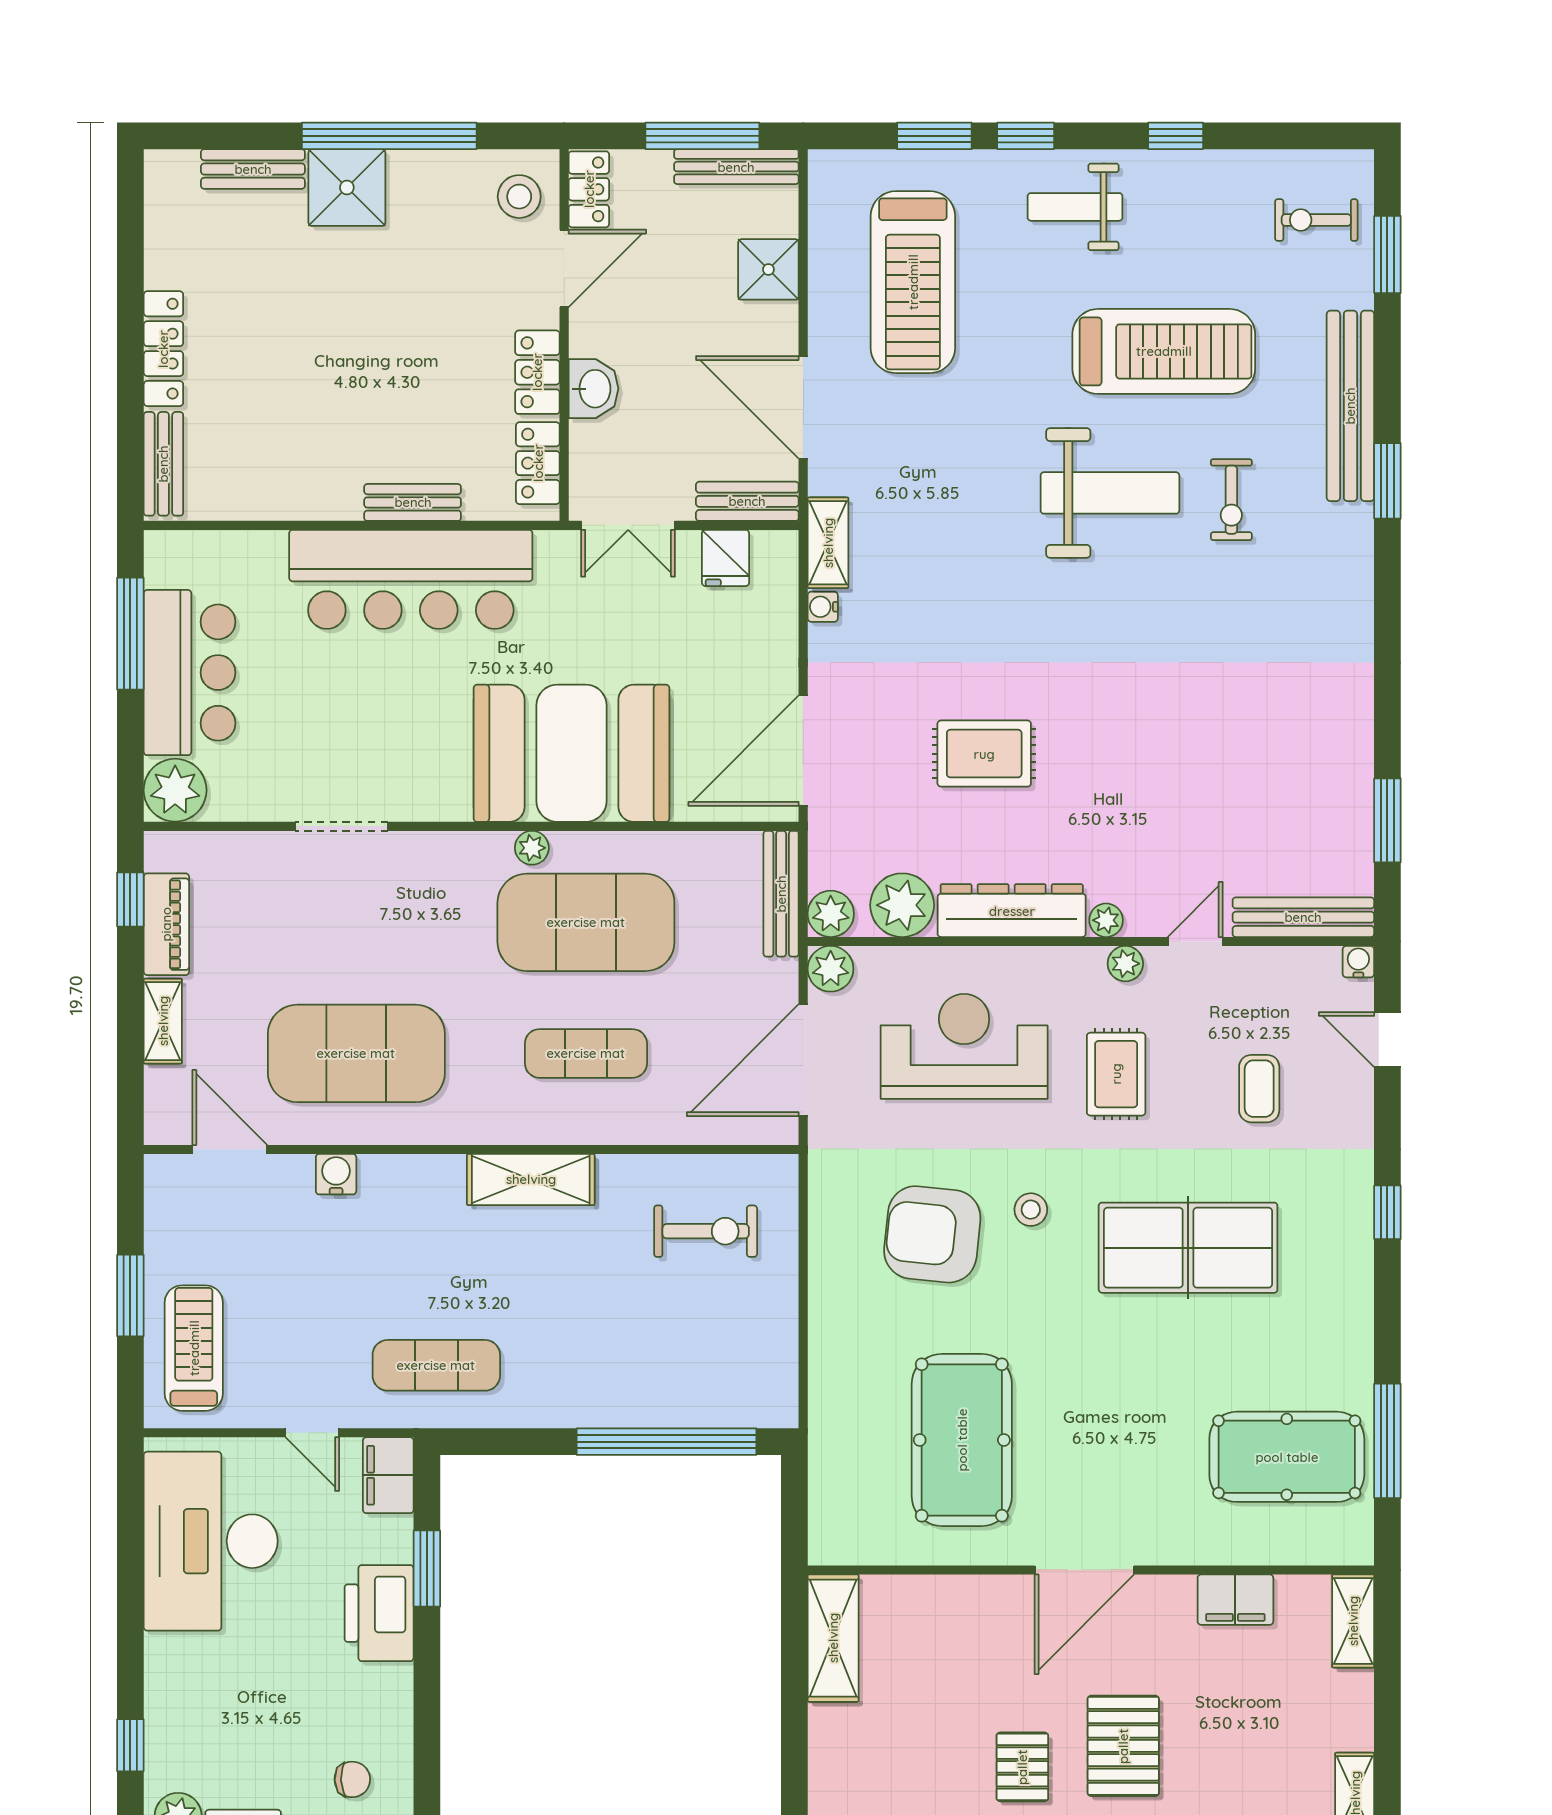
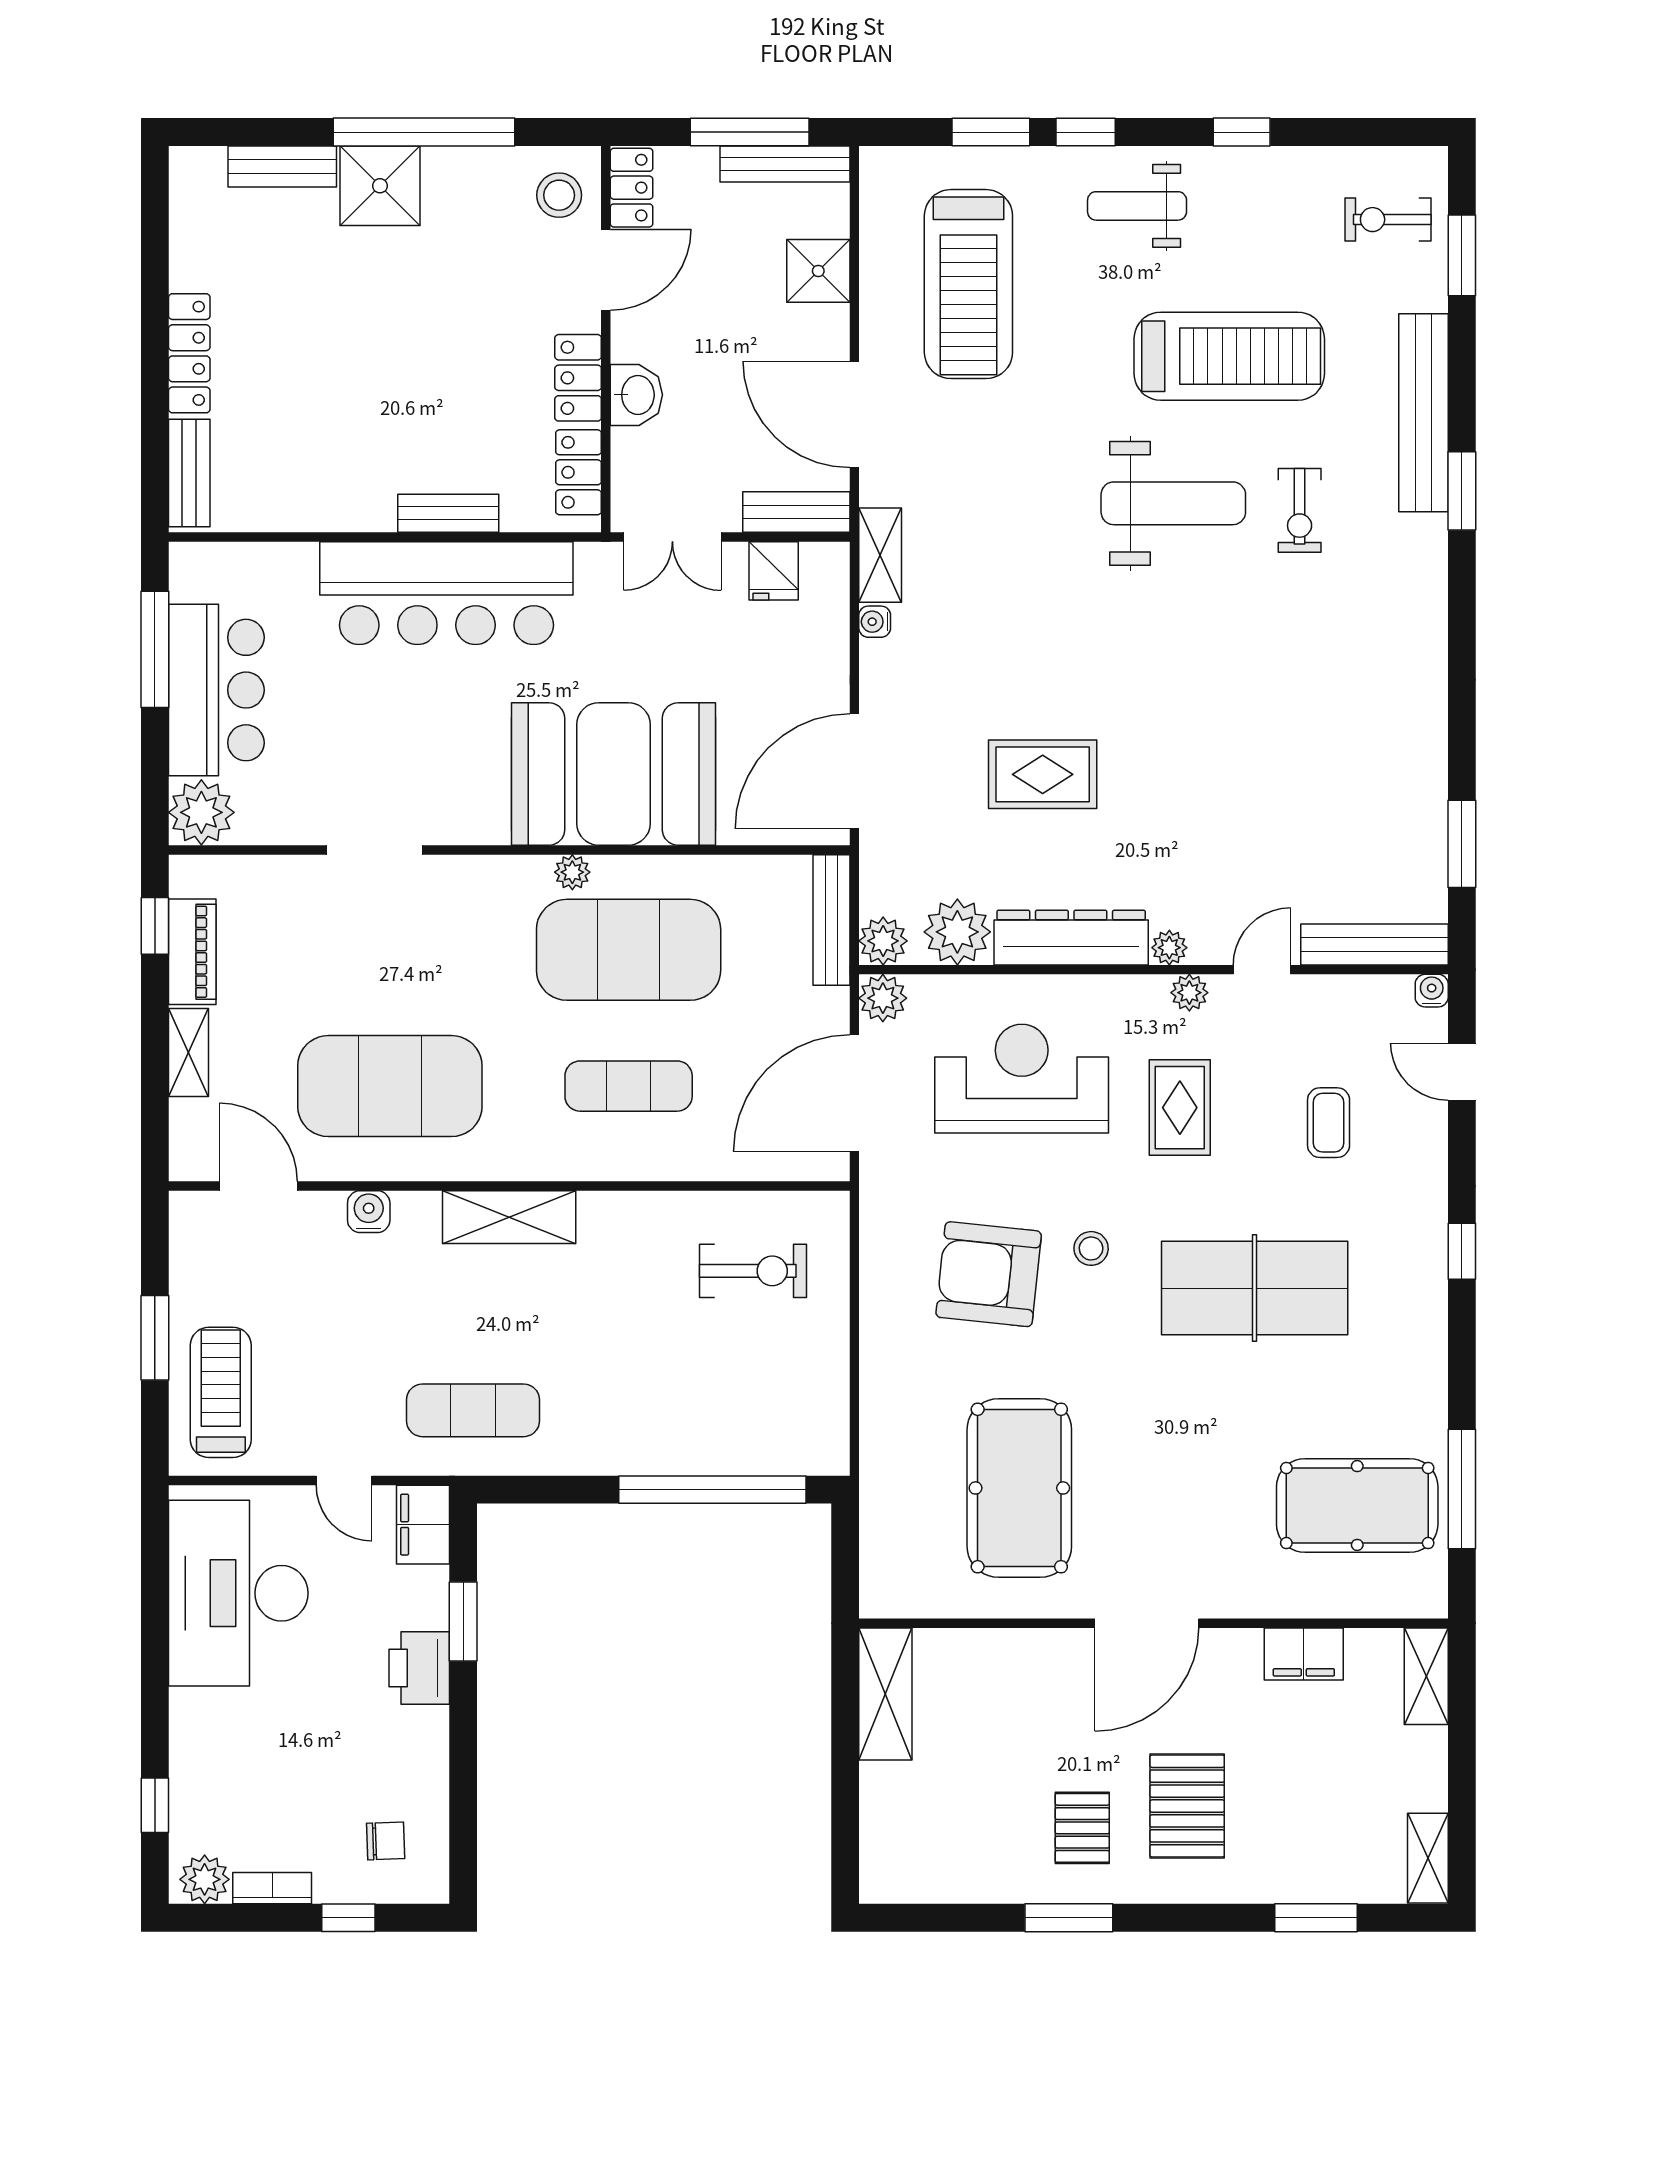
shelving: (531, 1179) -> (509, 1217), moved
printer: (379, 1613) -> (419, 1668), width x0.73, depth x0.84

